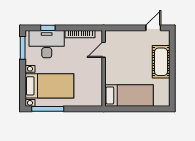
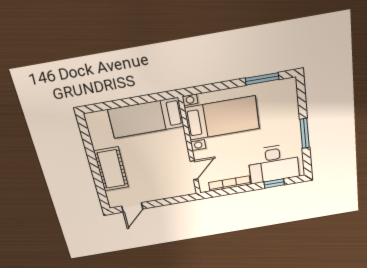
window: (23, 48) -> (305, 133), moved
bed with nightstands: (49, 86) -> (222, 118), moved, turned 180
window: (48, 109) -> (262, 79), width x0.69

